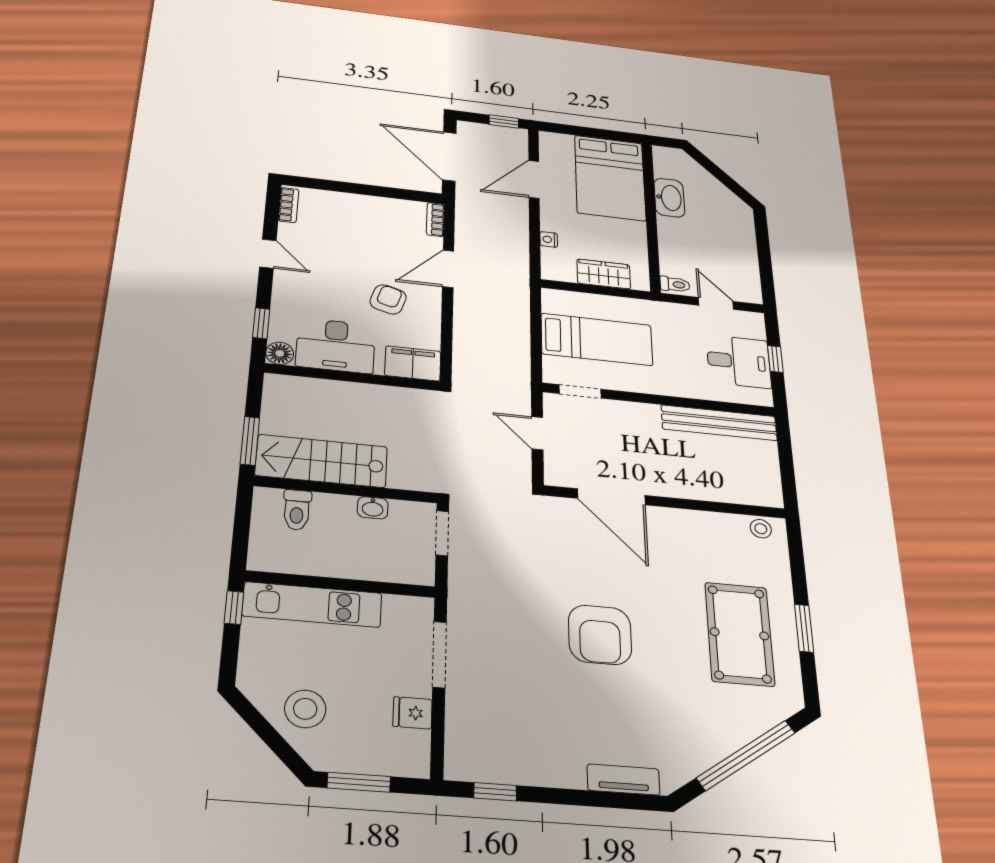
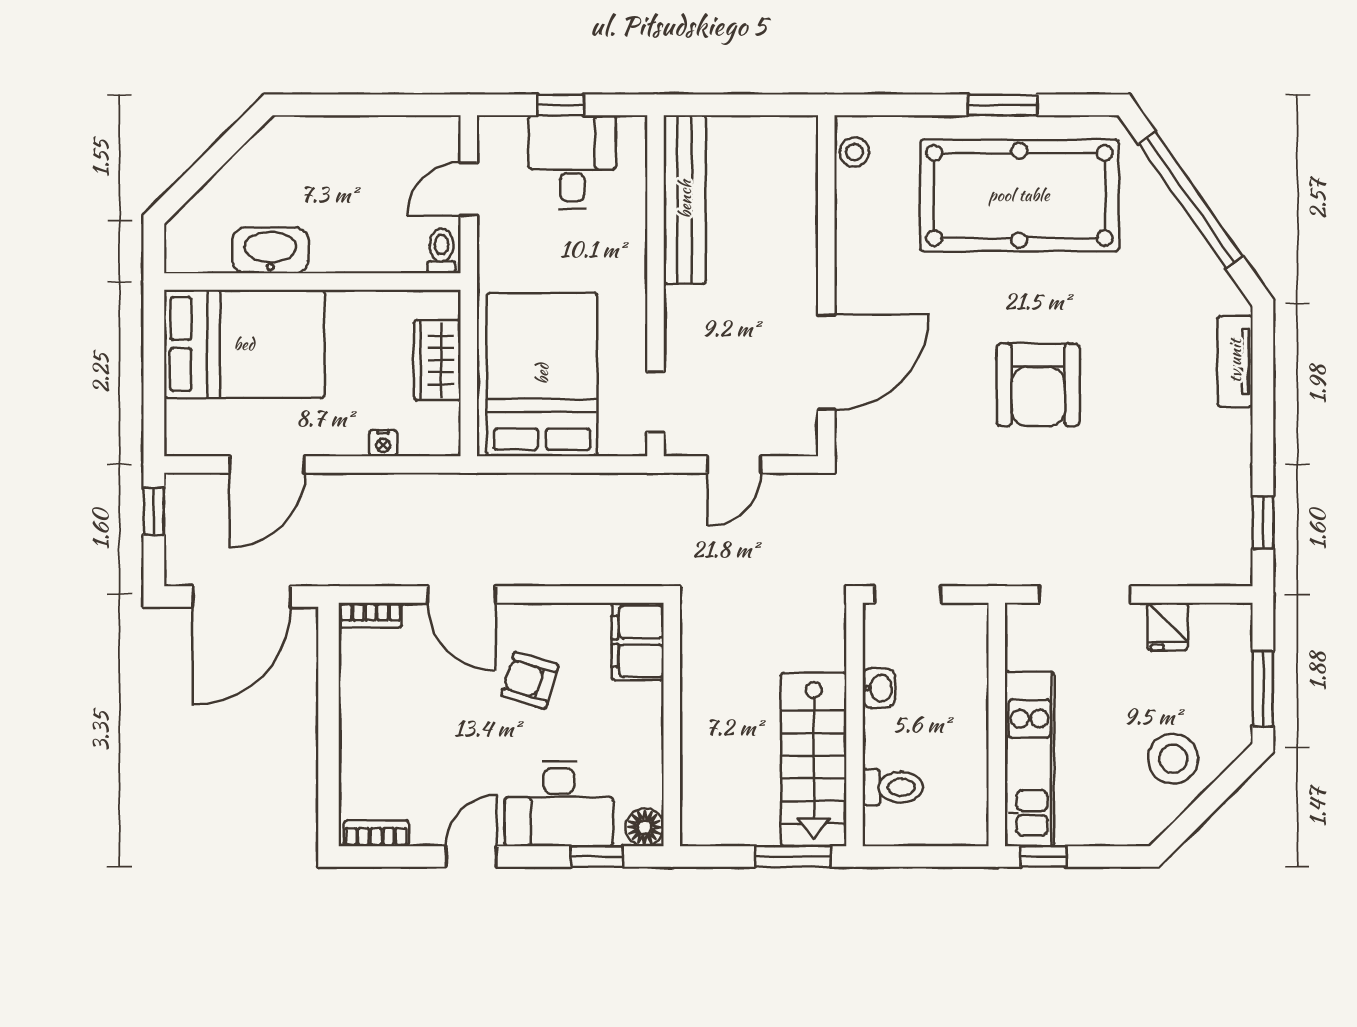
door: (534, 179) -> (267, 464), hinge flipped
bed: (597, 339) -> (542, 374), width x1.50
desk: (336, 346) -> (559, 804), moved, turned 90
pool table: (739, 634) -> (1019, 195), width x1.36, depth x1.32
armchair: (600, 635) -> (1038, 385), turned 90

